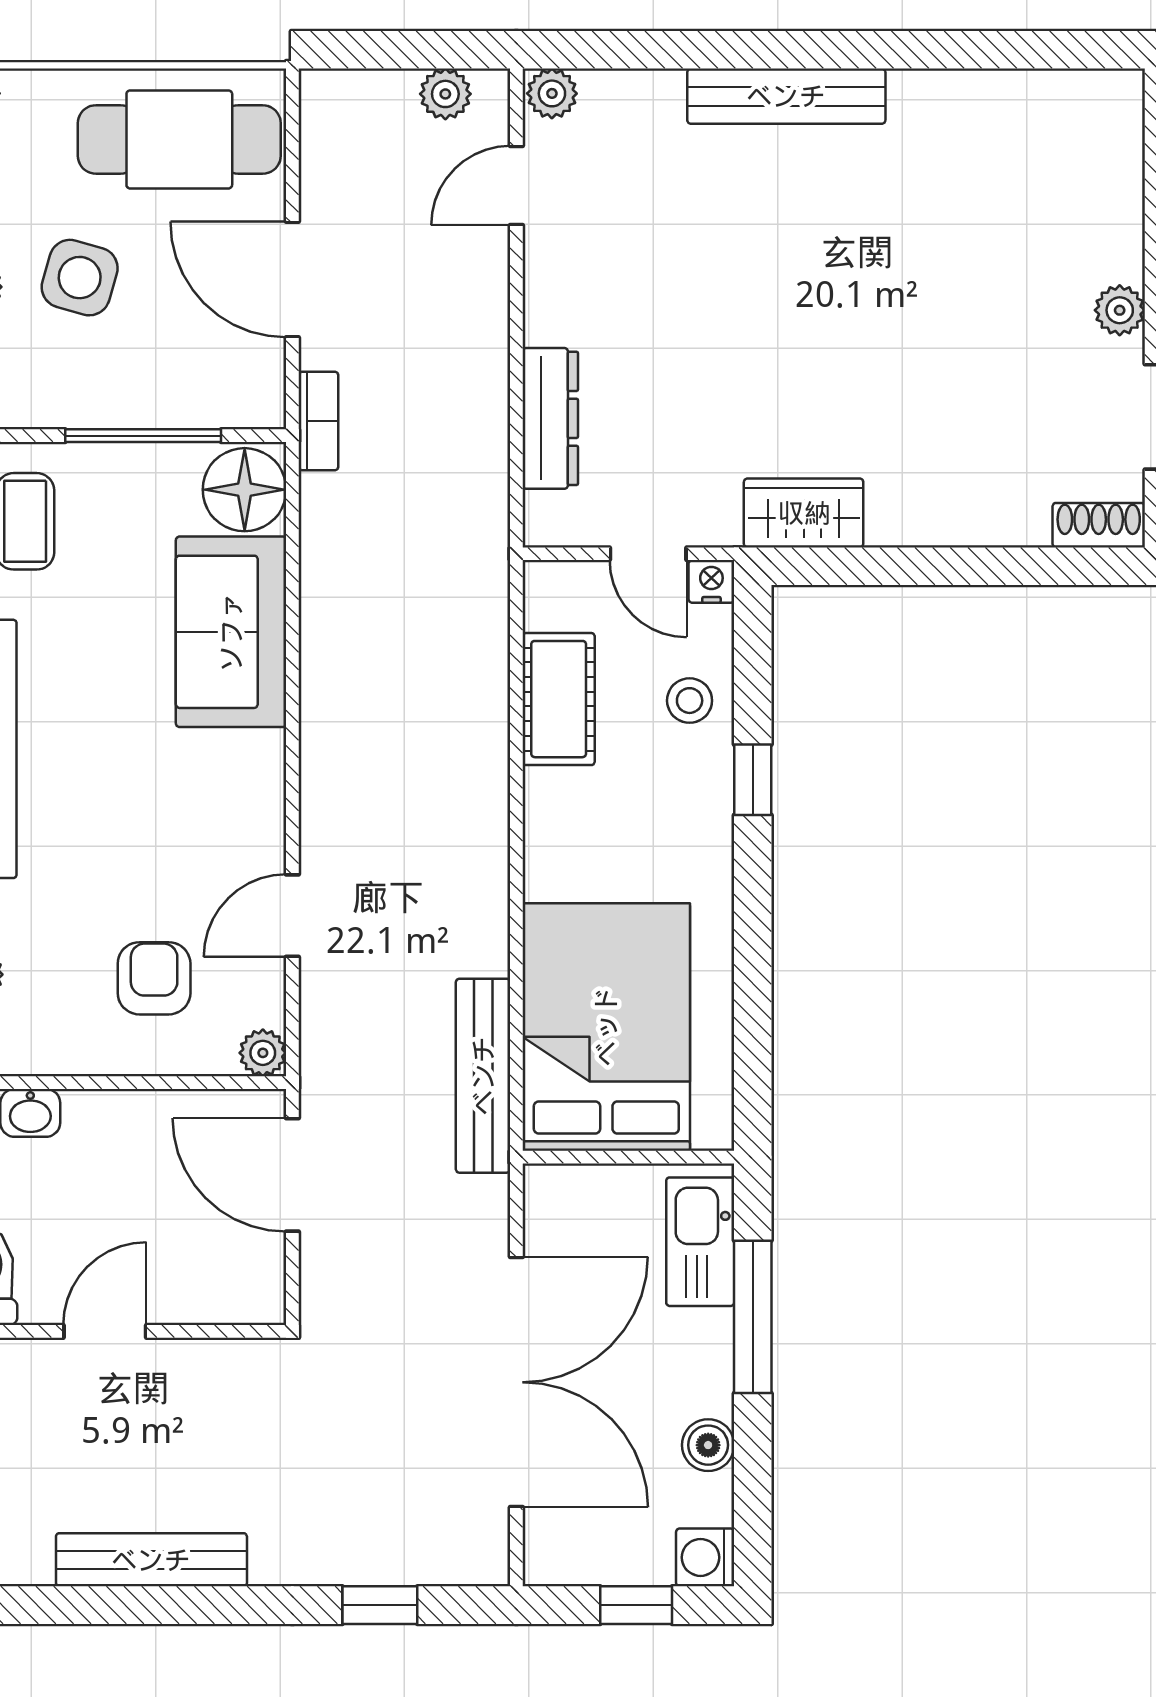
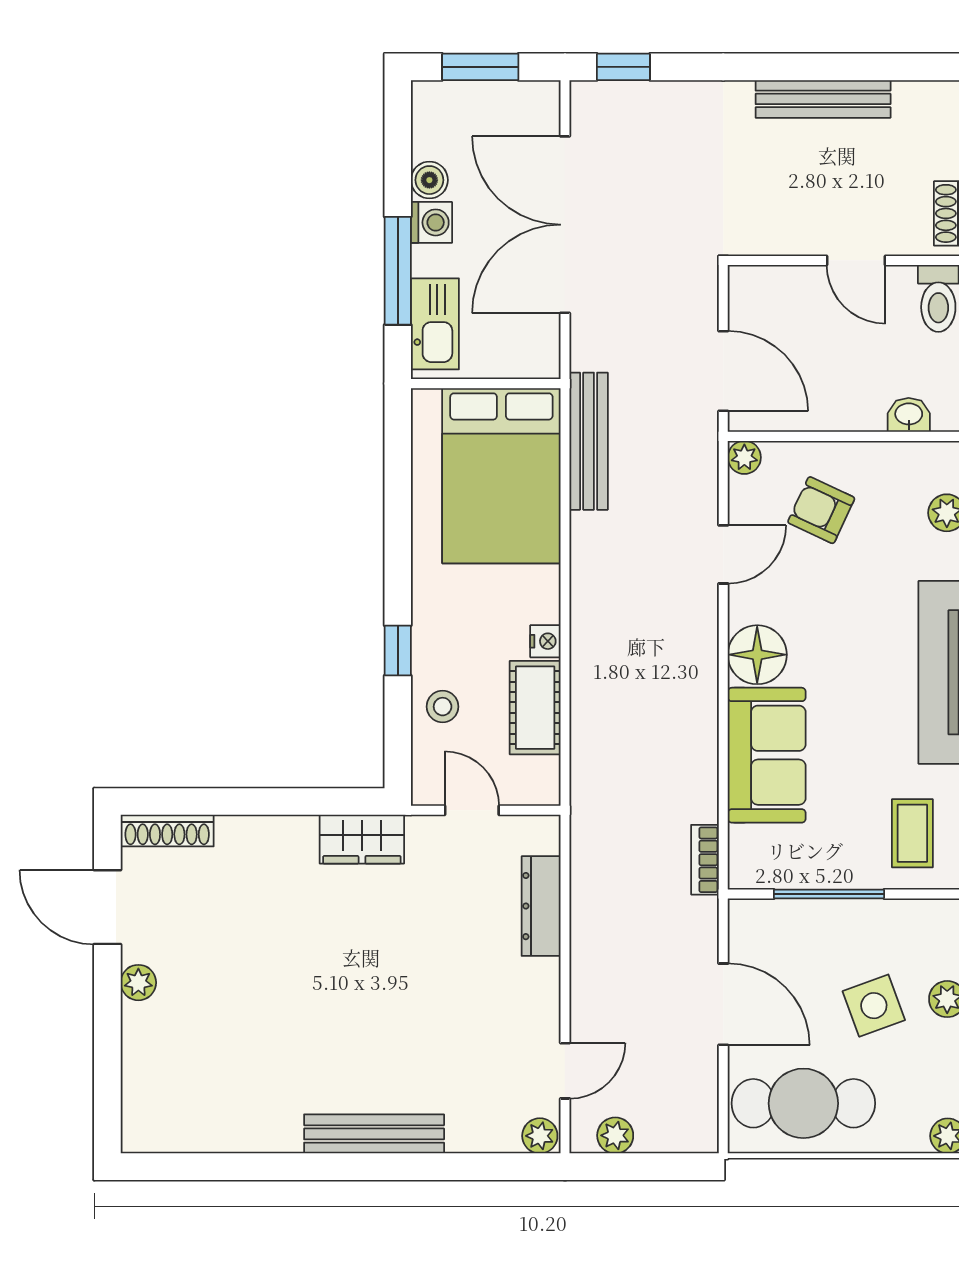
side table: (80, 278) -> (874, 1006), turned -36
bookcase: (318, 421) -> (705, 860), moved
floor lamp: (245, 490) -> (757, 655), moved
shoe rack: (1099, 525) -> (167, 831), width x1.43
nightstand: (711, 581) -> (545, 641), moved, turned -90
armchair: (154, 978) -> (821, 510), turned 115
door: (105, 1331) -> (856, 260), hinge flipped
washing machine: (705, 1557) -> (431, 222), moved
window: (380, 1605) -> (623, 67), moved
window: (636, 1605) -> (480, 67), width x1.50

